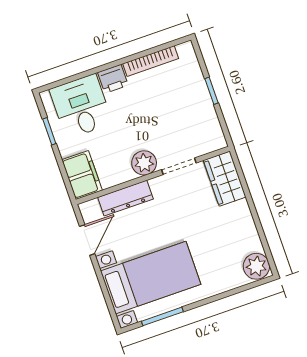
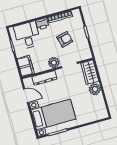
armchair: (165, 110) -> (65, 39), added
door: (87, 240) -> (26, 96), hinge flipped
plant: (256, 266) -> (95, 89), moved

